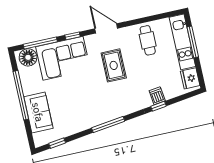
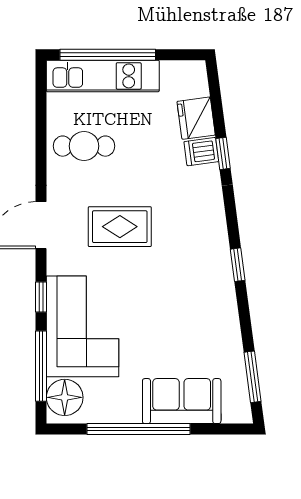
window: (193, 42) -> (108, 55), width x1.46
fridge: (190, 78) -> (196, 118), moved, turned 82
window: (108, 125) -> (238, 265), width x0.46
window: (57, 143) -> (252, 377), width x1.50

